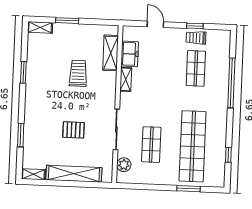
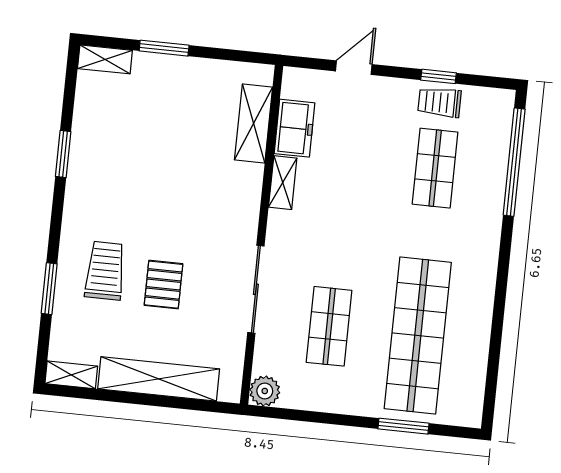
door: (155, 24) -> (354, 68), hinge flipped
trolley: (78, 73) -> (105, 271), moved
window: (231, 83) -> (514, 162), moved
pallet: (74, 130) -> (164, 285), turned 90
window: (228, 155) -> (494, 359), removed
plant: (124, 165) -> (265, 391), moved

